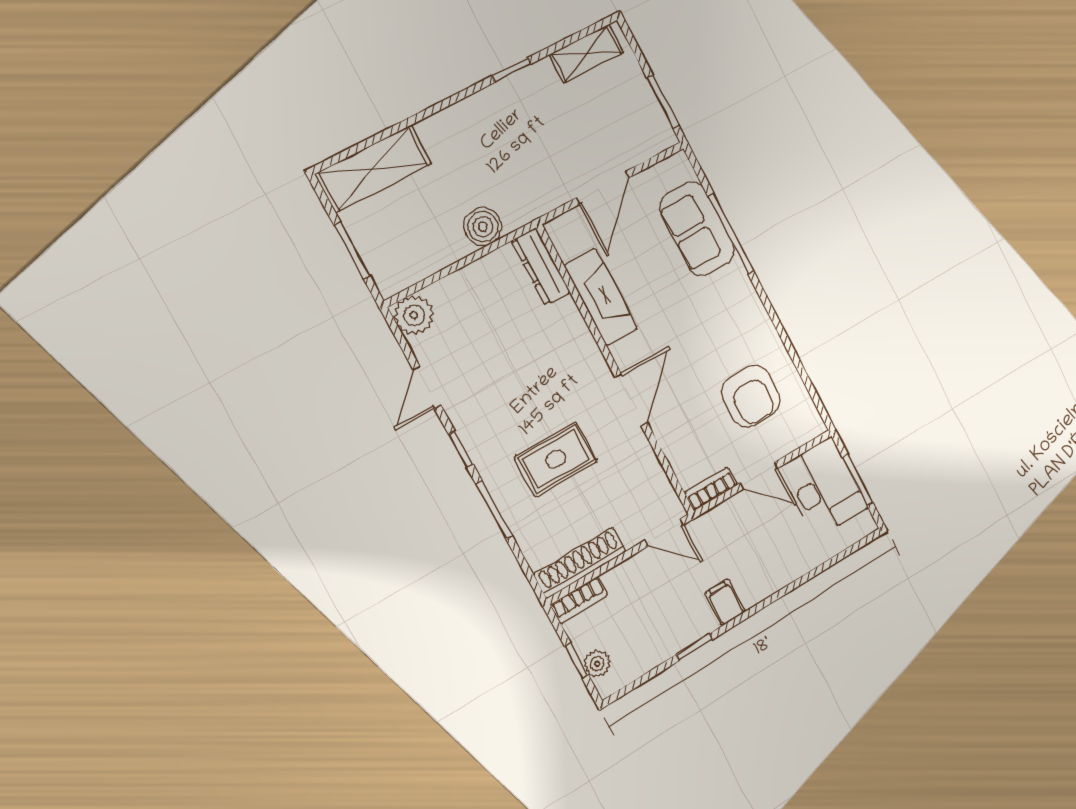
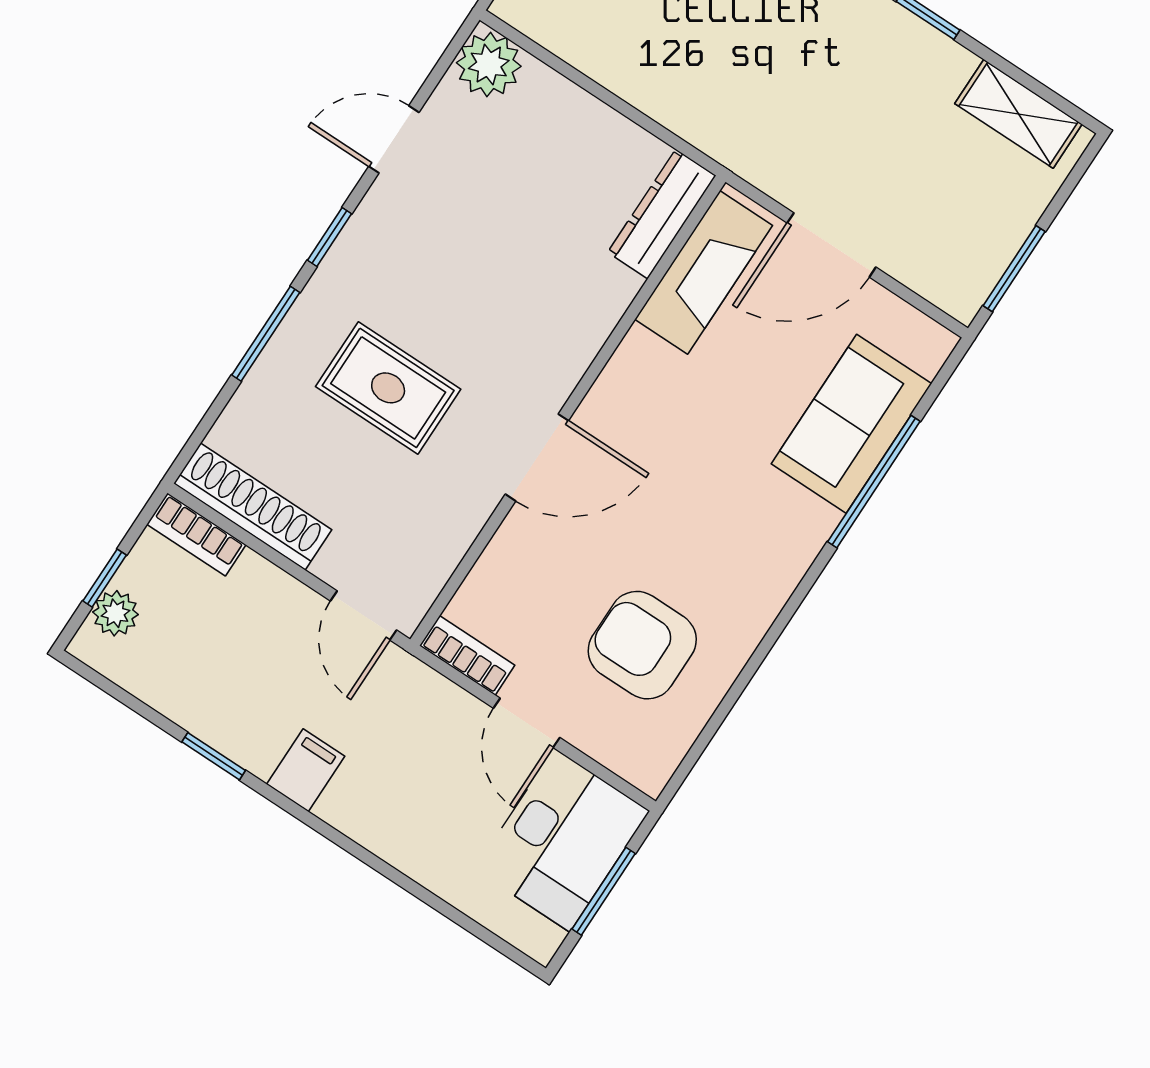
boiler: (483, 227) -> (673, 96), removed
fireplace: (601, 297) -> (704, 272), moved
armchair: (751, 396) -> (642, 645), turned 90

